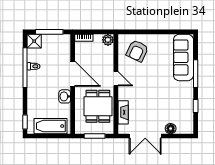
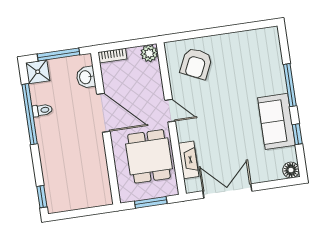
sofa: (183, 57) -> (276, 121), moved, width x0.73
washbasin: (65, 96) -> (86, 77), moved
bathtub: (50, 126) -> (81, 197), removed
floor lamp: (171, 129) -> (291, 170), moved
double door: (145, 136) -> (227, 191), swing flipped

